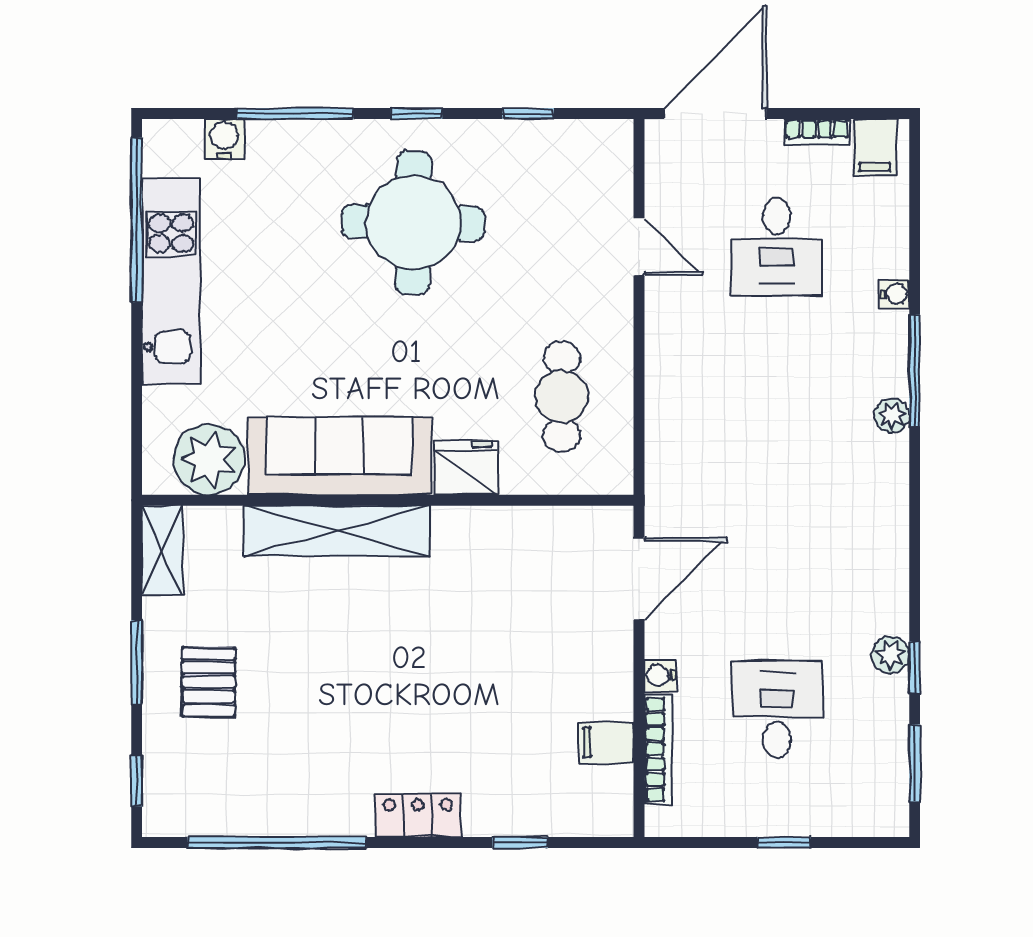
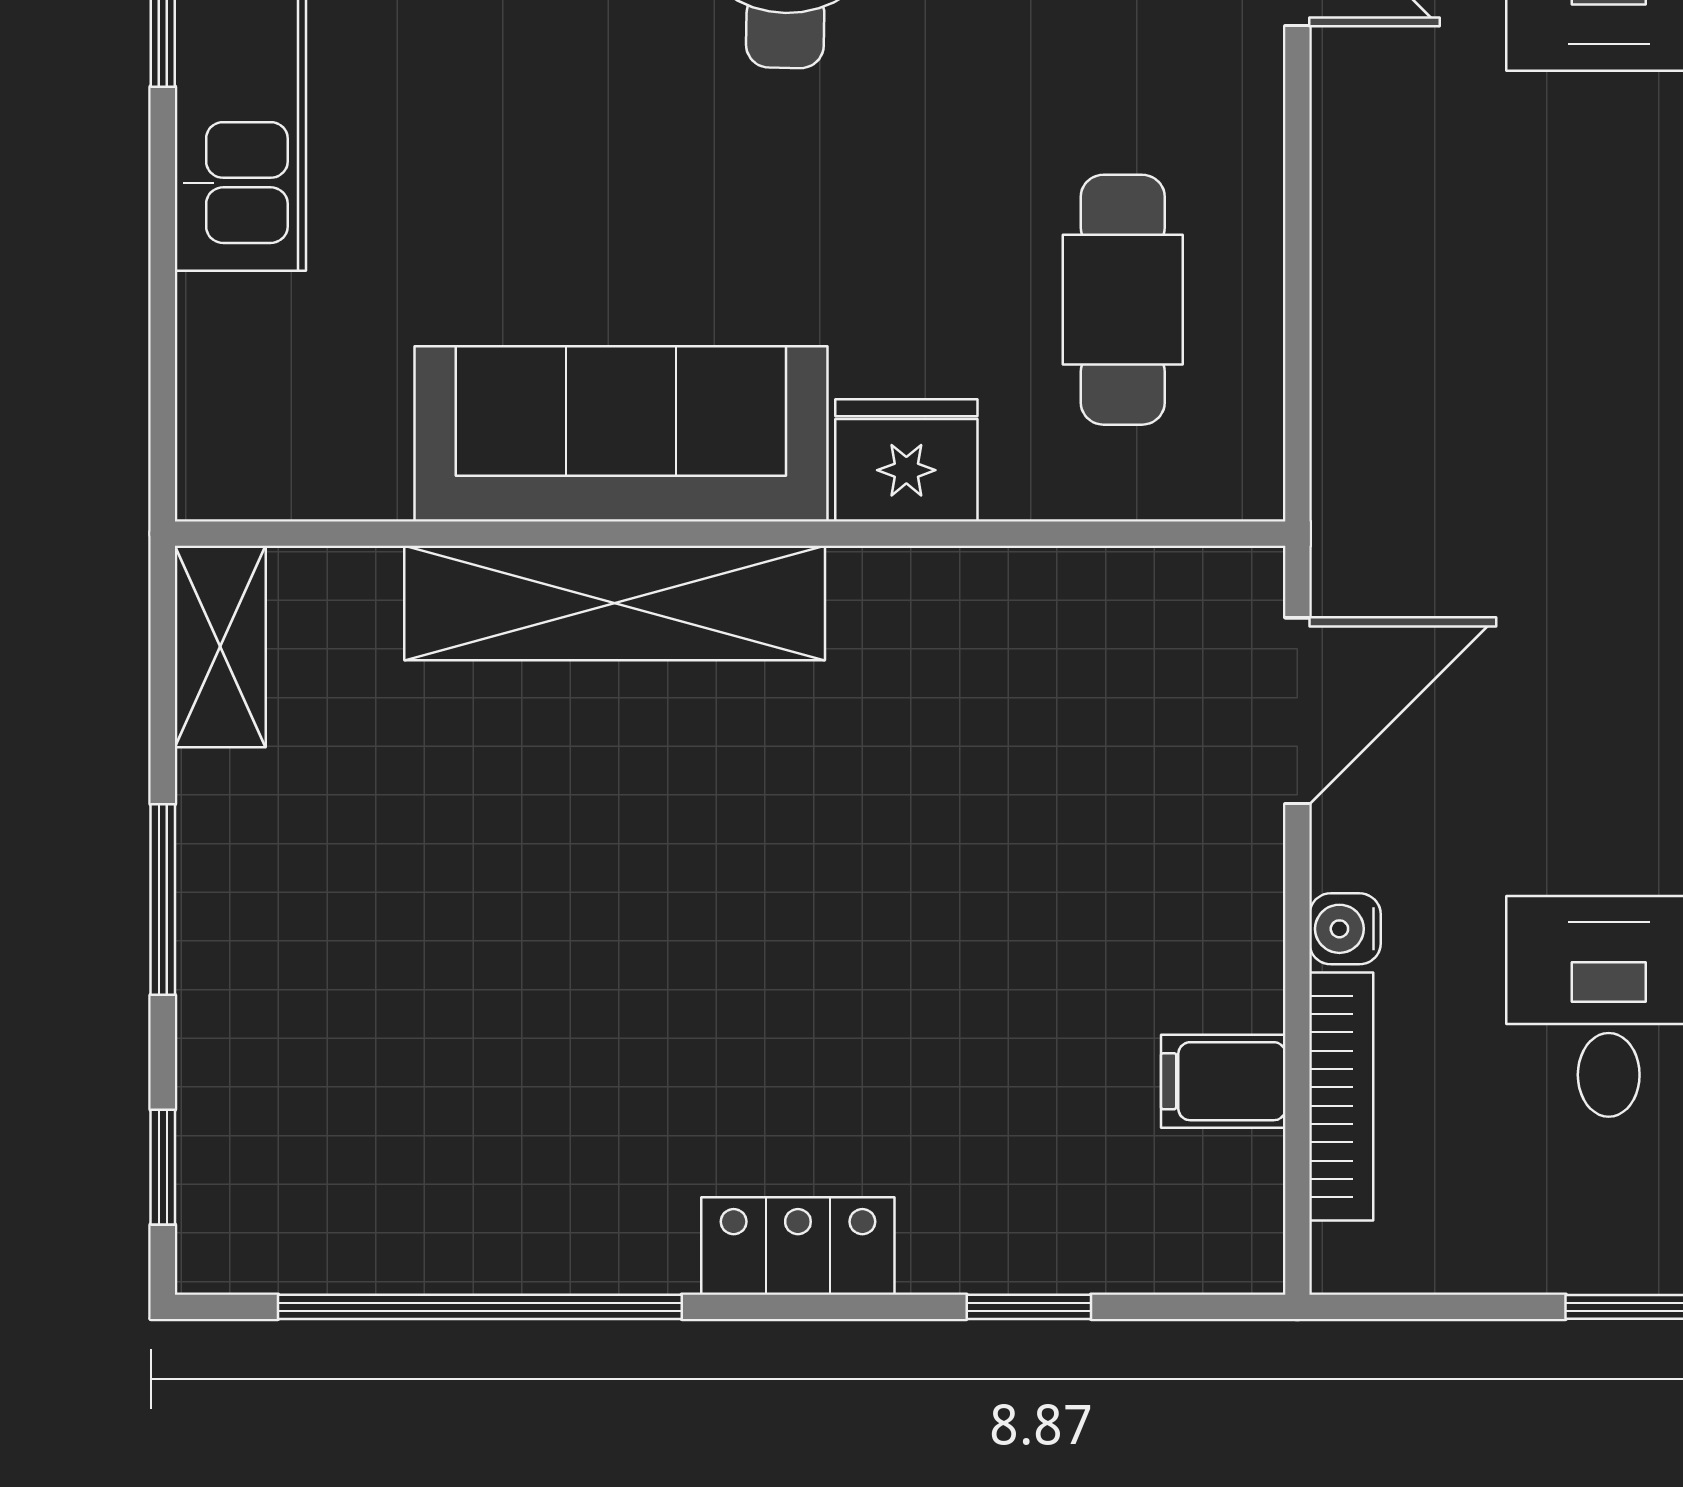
plant: (209, 459) -> (326, 441), removed
pallet: (209, 682) -> (325, 944), removed

